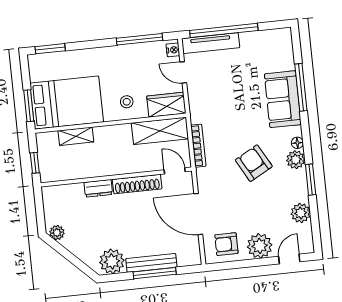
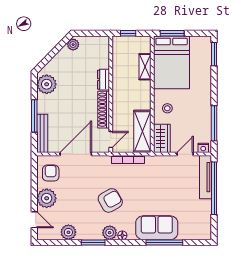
bench: (151, 263) -> (42, 133), moved

